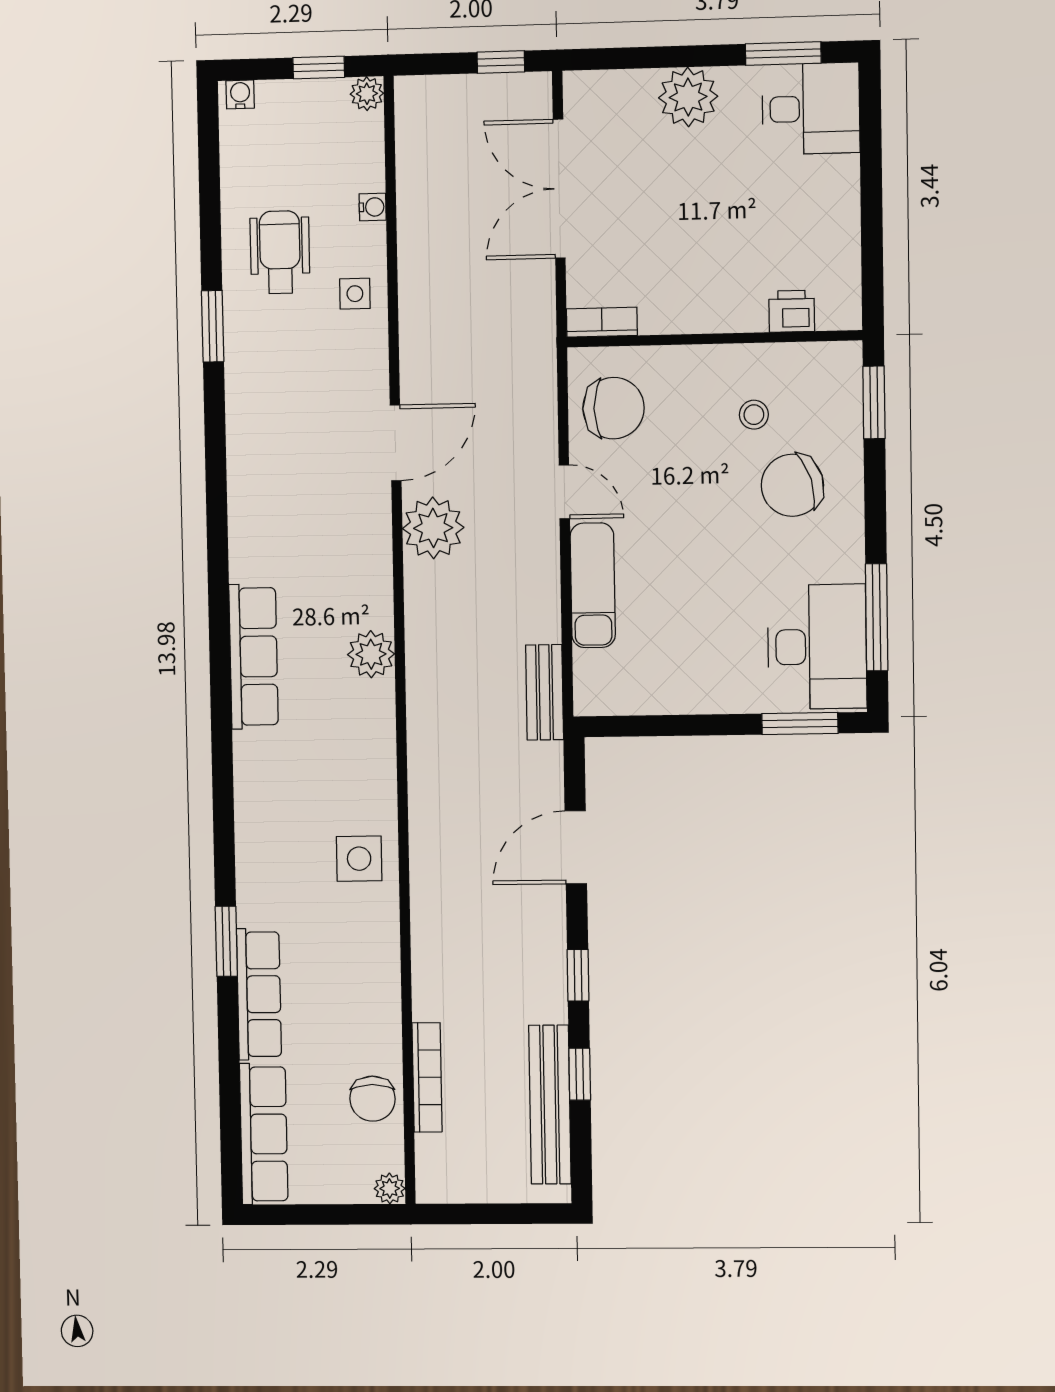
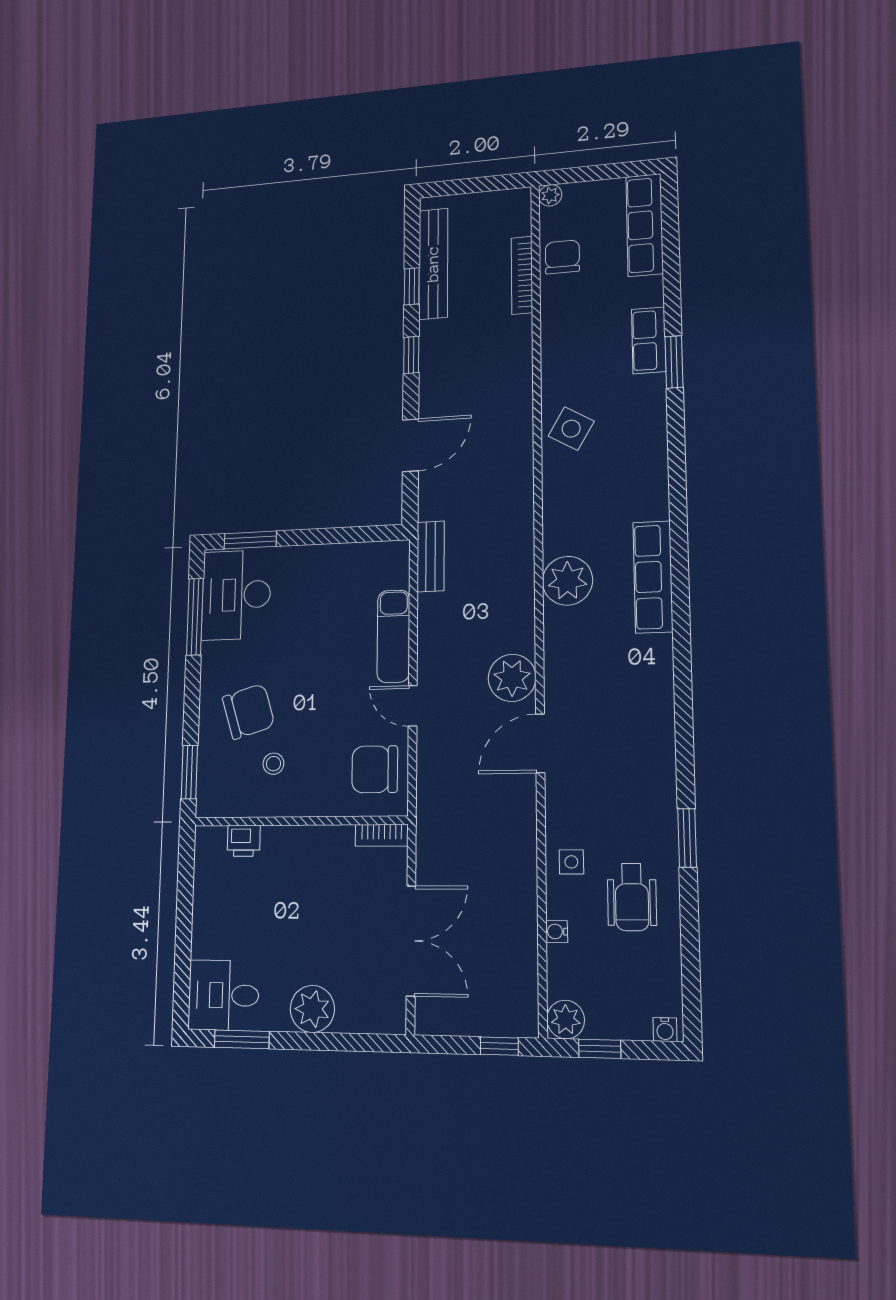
window: (501, 62) -> (499, 1046), moved
plant: (367, 94) -> (566, 1020), width x1.38, depth x1.38
plant: (371, 654) -> (567, 581), width x1.36, depth x1.36
side table: (359, 859) -> (571, 429), turned 30
row of seats: (259, 994) -> (649, 340), width x0.68

